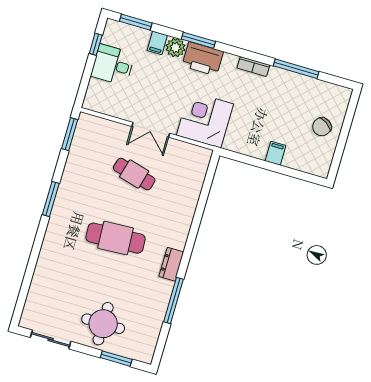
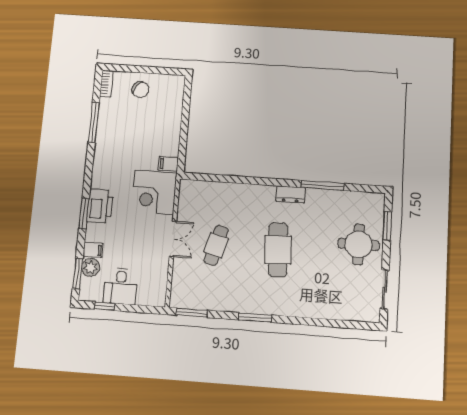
plant: (176, 48) -> (91, 267), moved
bookcase: (253, 66) -> (106, 84), moved
filing cabinet: (275, 153) -> (168, 164), moved

